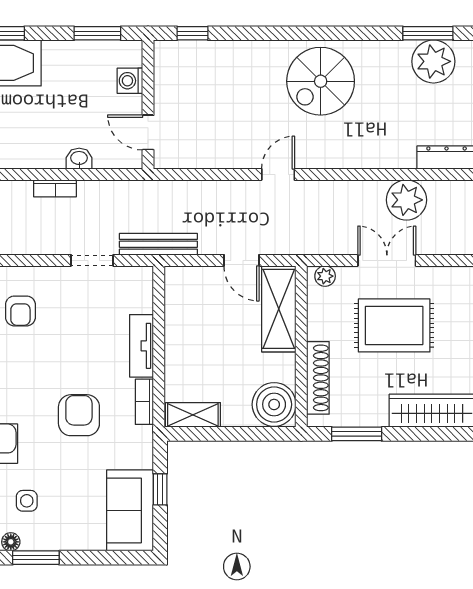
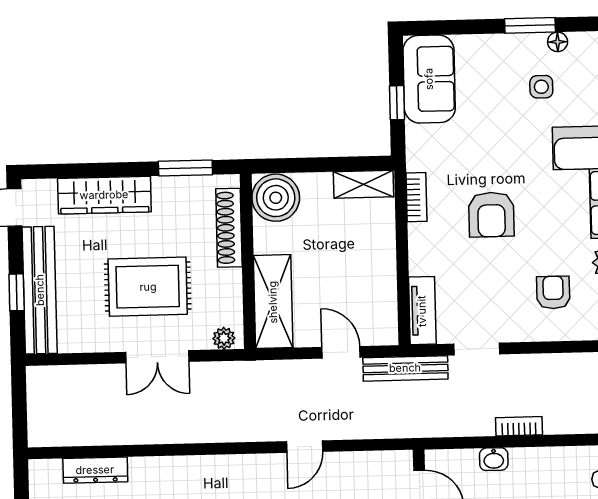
door: (278, 174) -> (305, 447), moved
plant: (406, 200) -> (138, 423), removed
door: (241, 260) -> (341, 352), moved
tv unit: (141, 346) -> (422, 311), moved
armchair: (79, 415) -> (491, 215), moved

